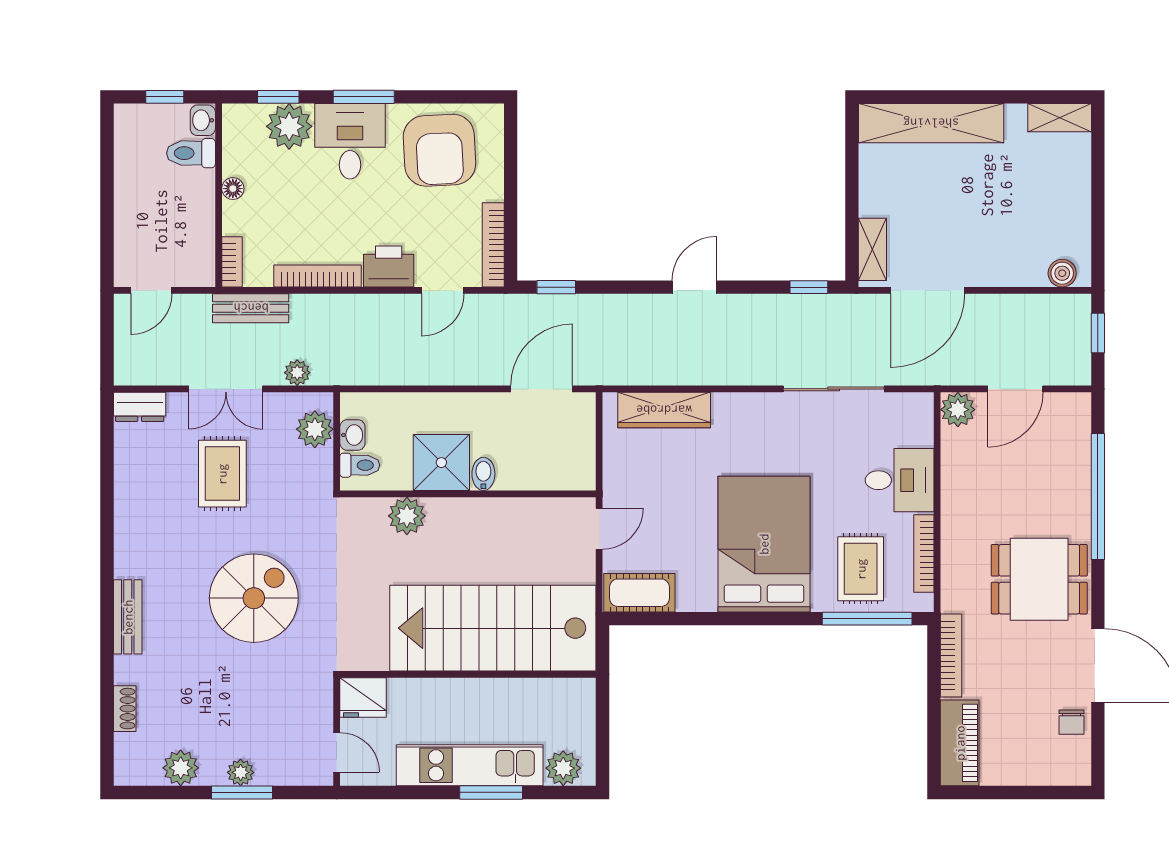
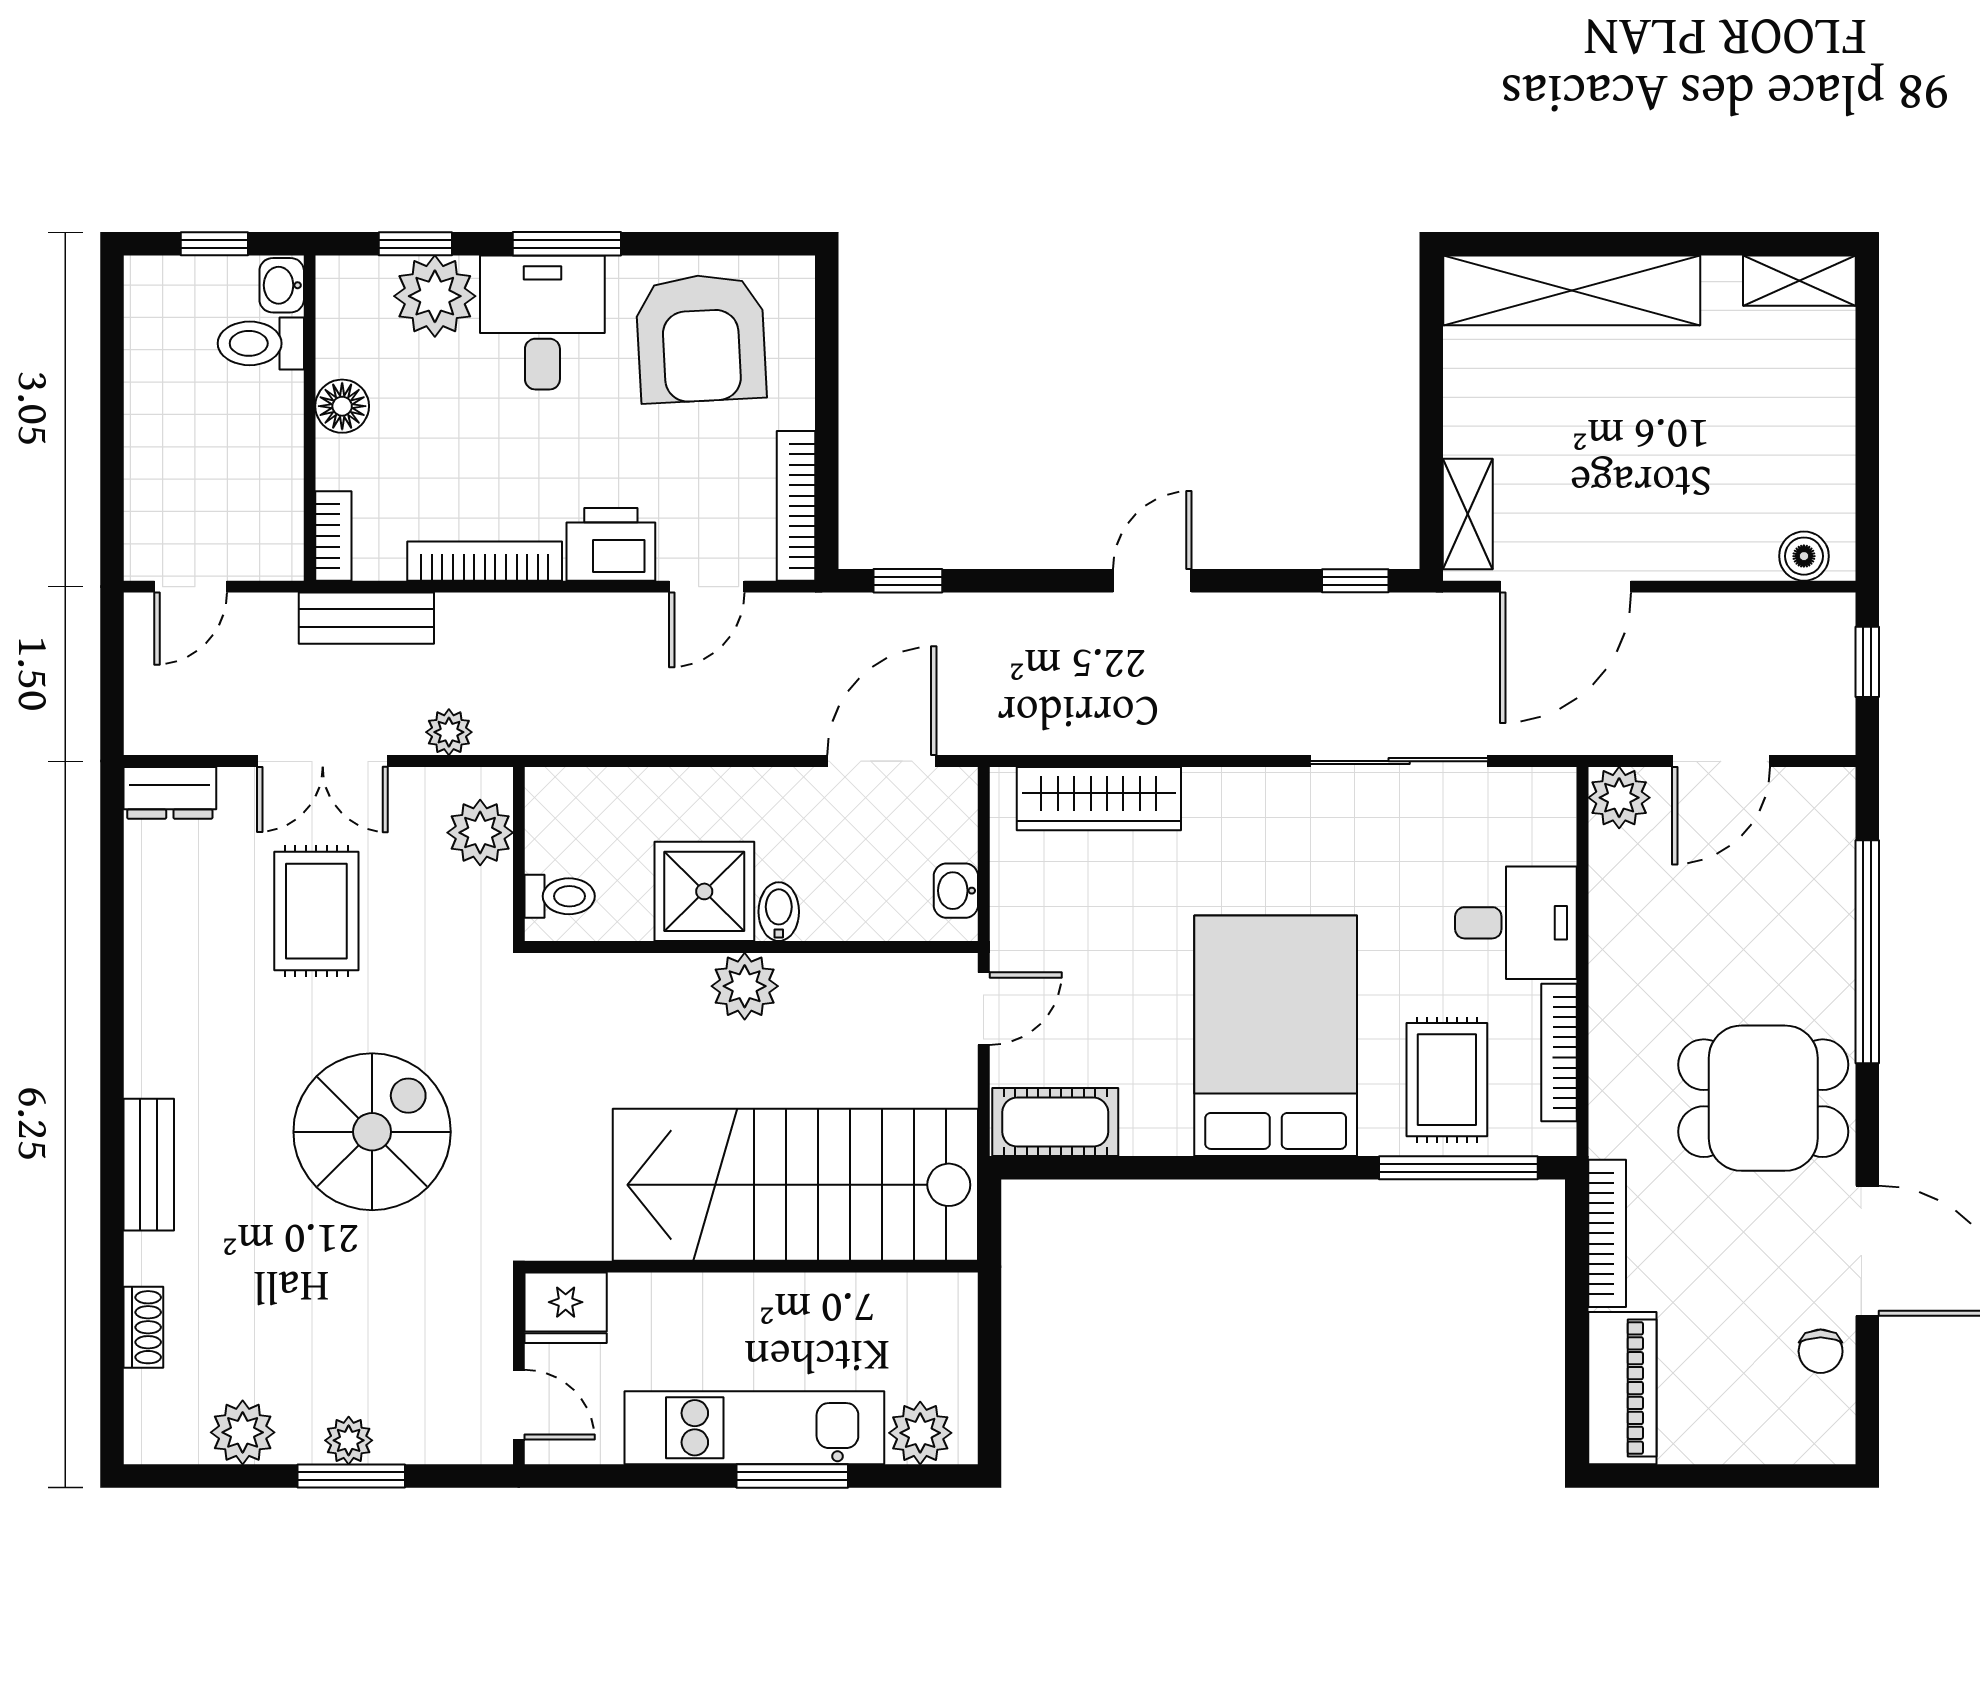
floor lamp: (233, 189) -> (342, 406), width x1.37, depth x1.37
washbasin: (352, 435) -> (956, 891), moved, turned 180
plant: (407, 516) -> (745, 986), moved

